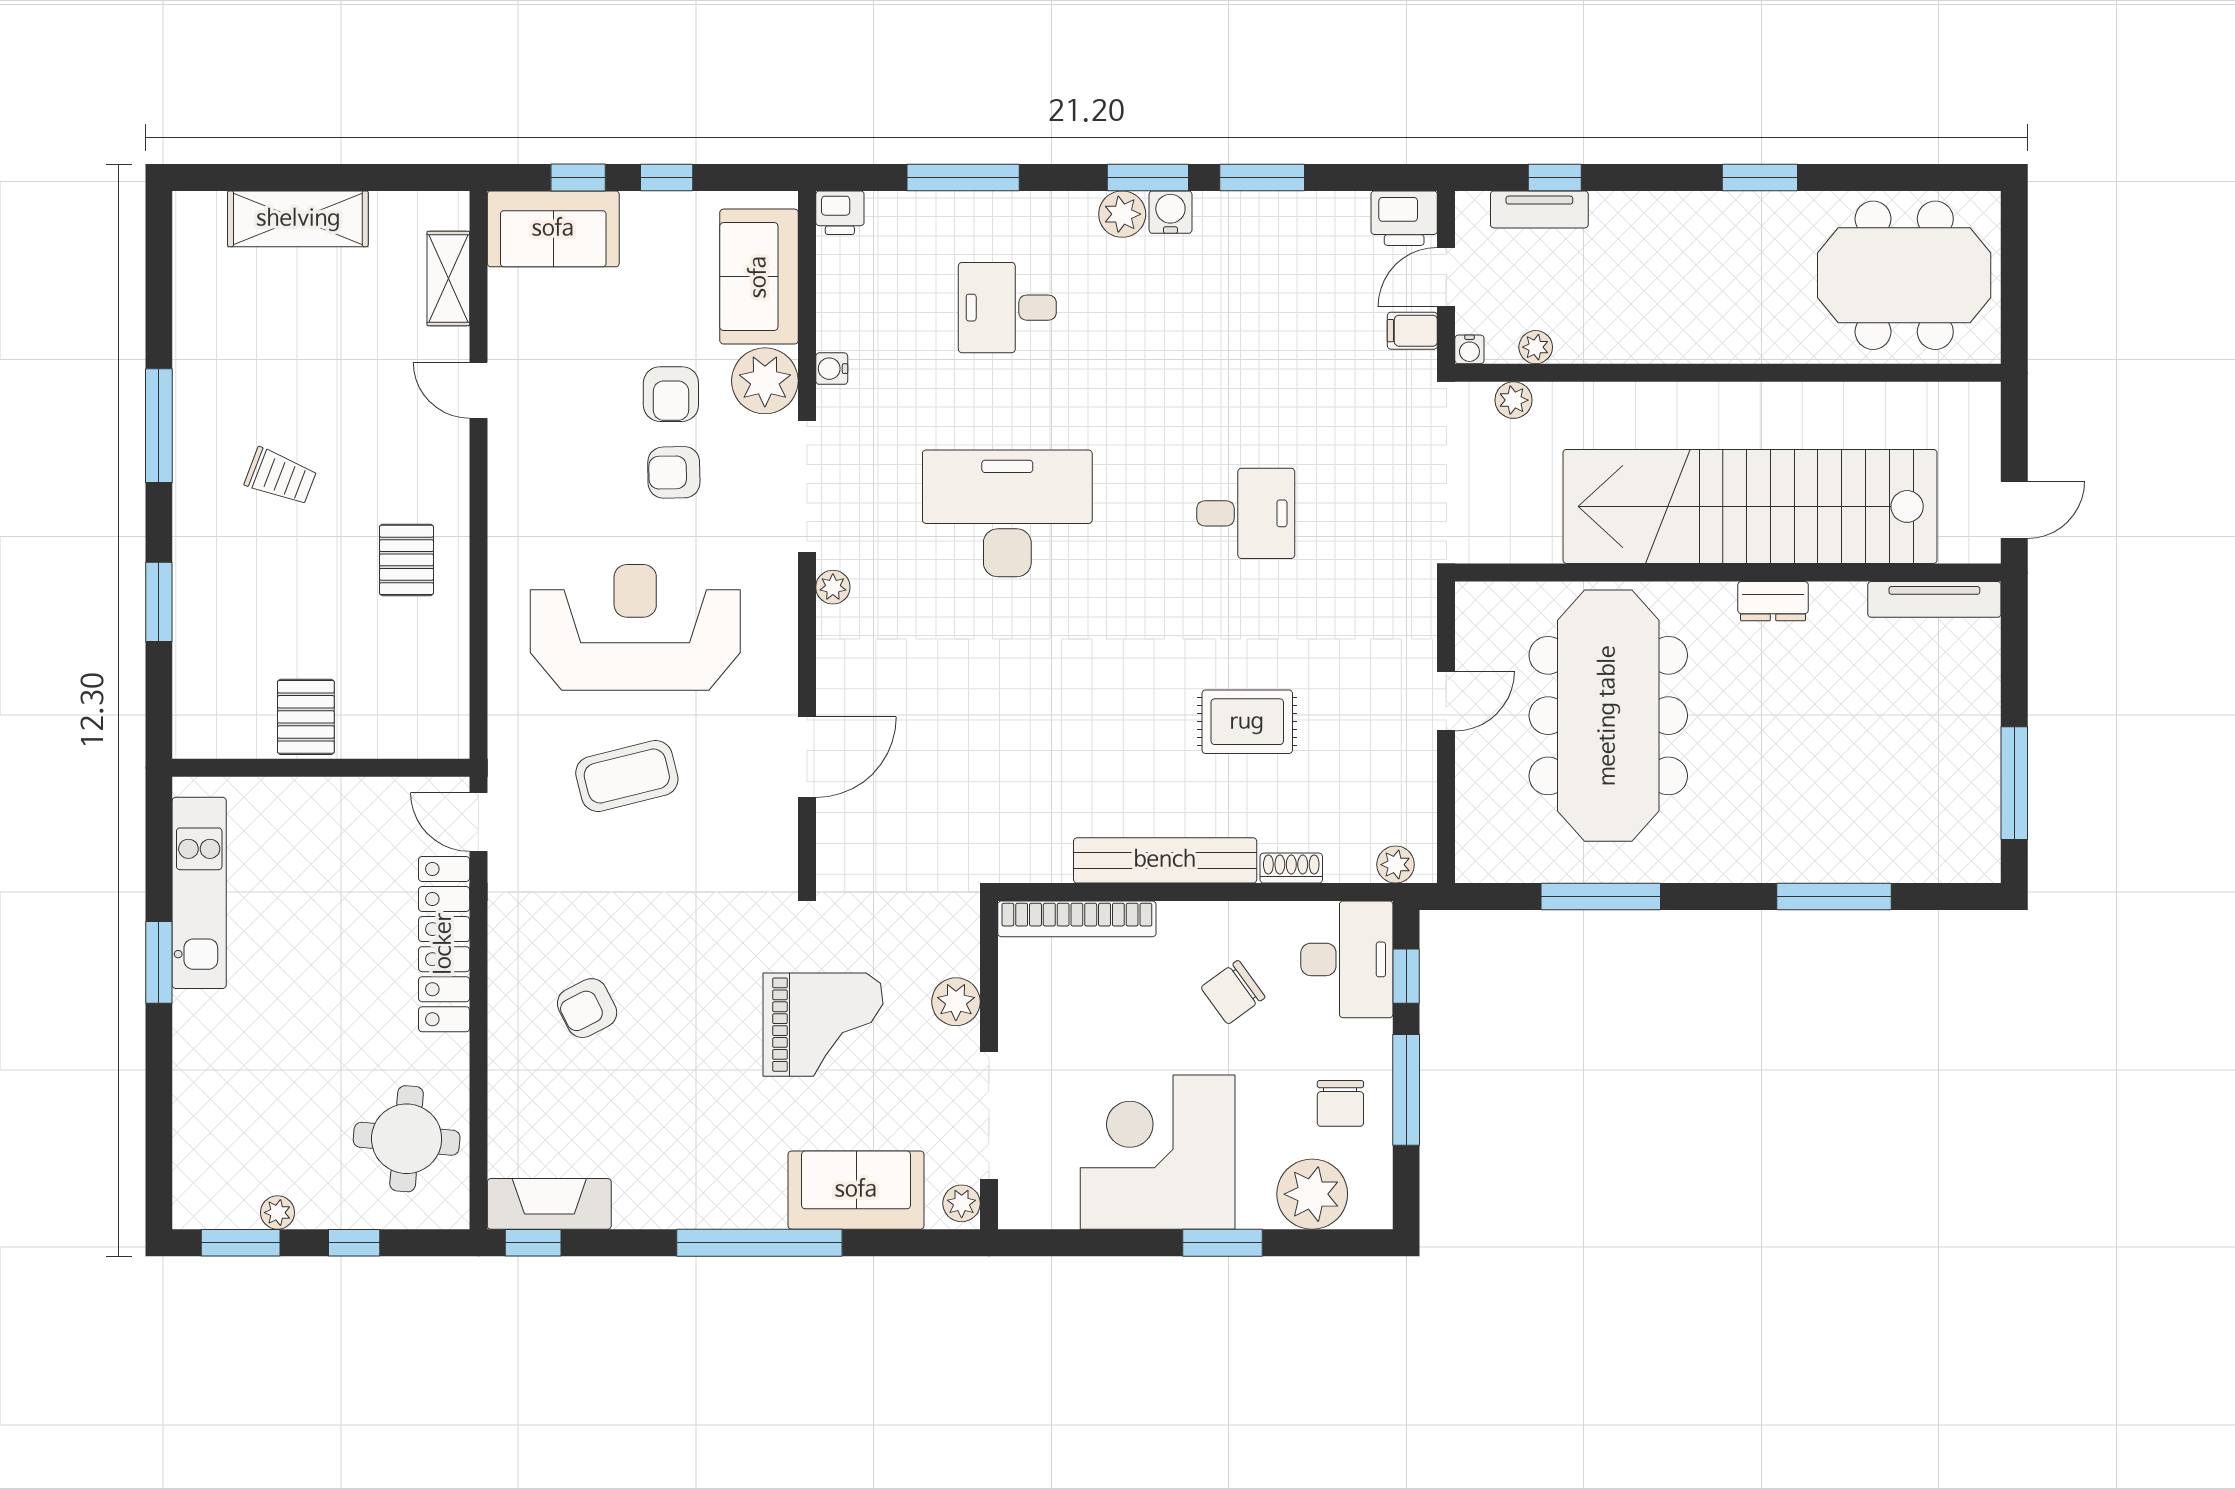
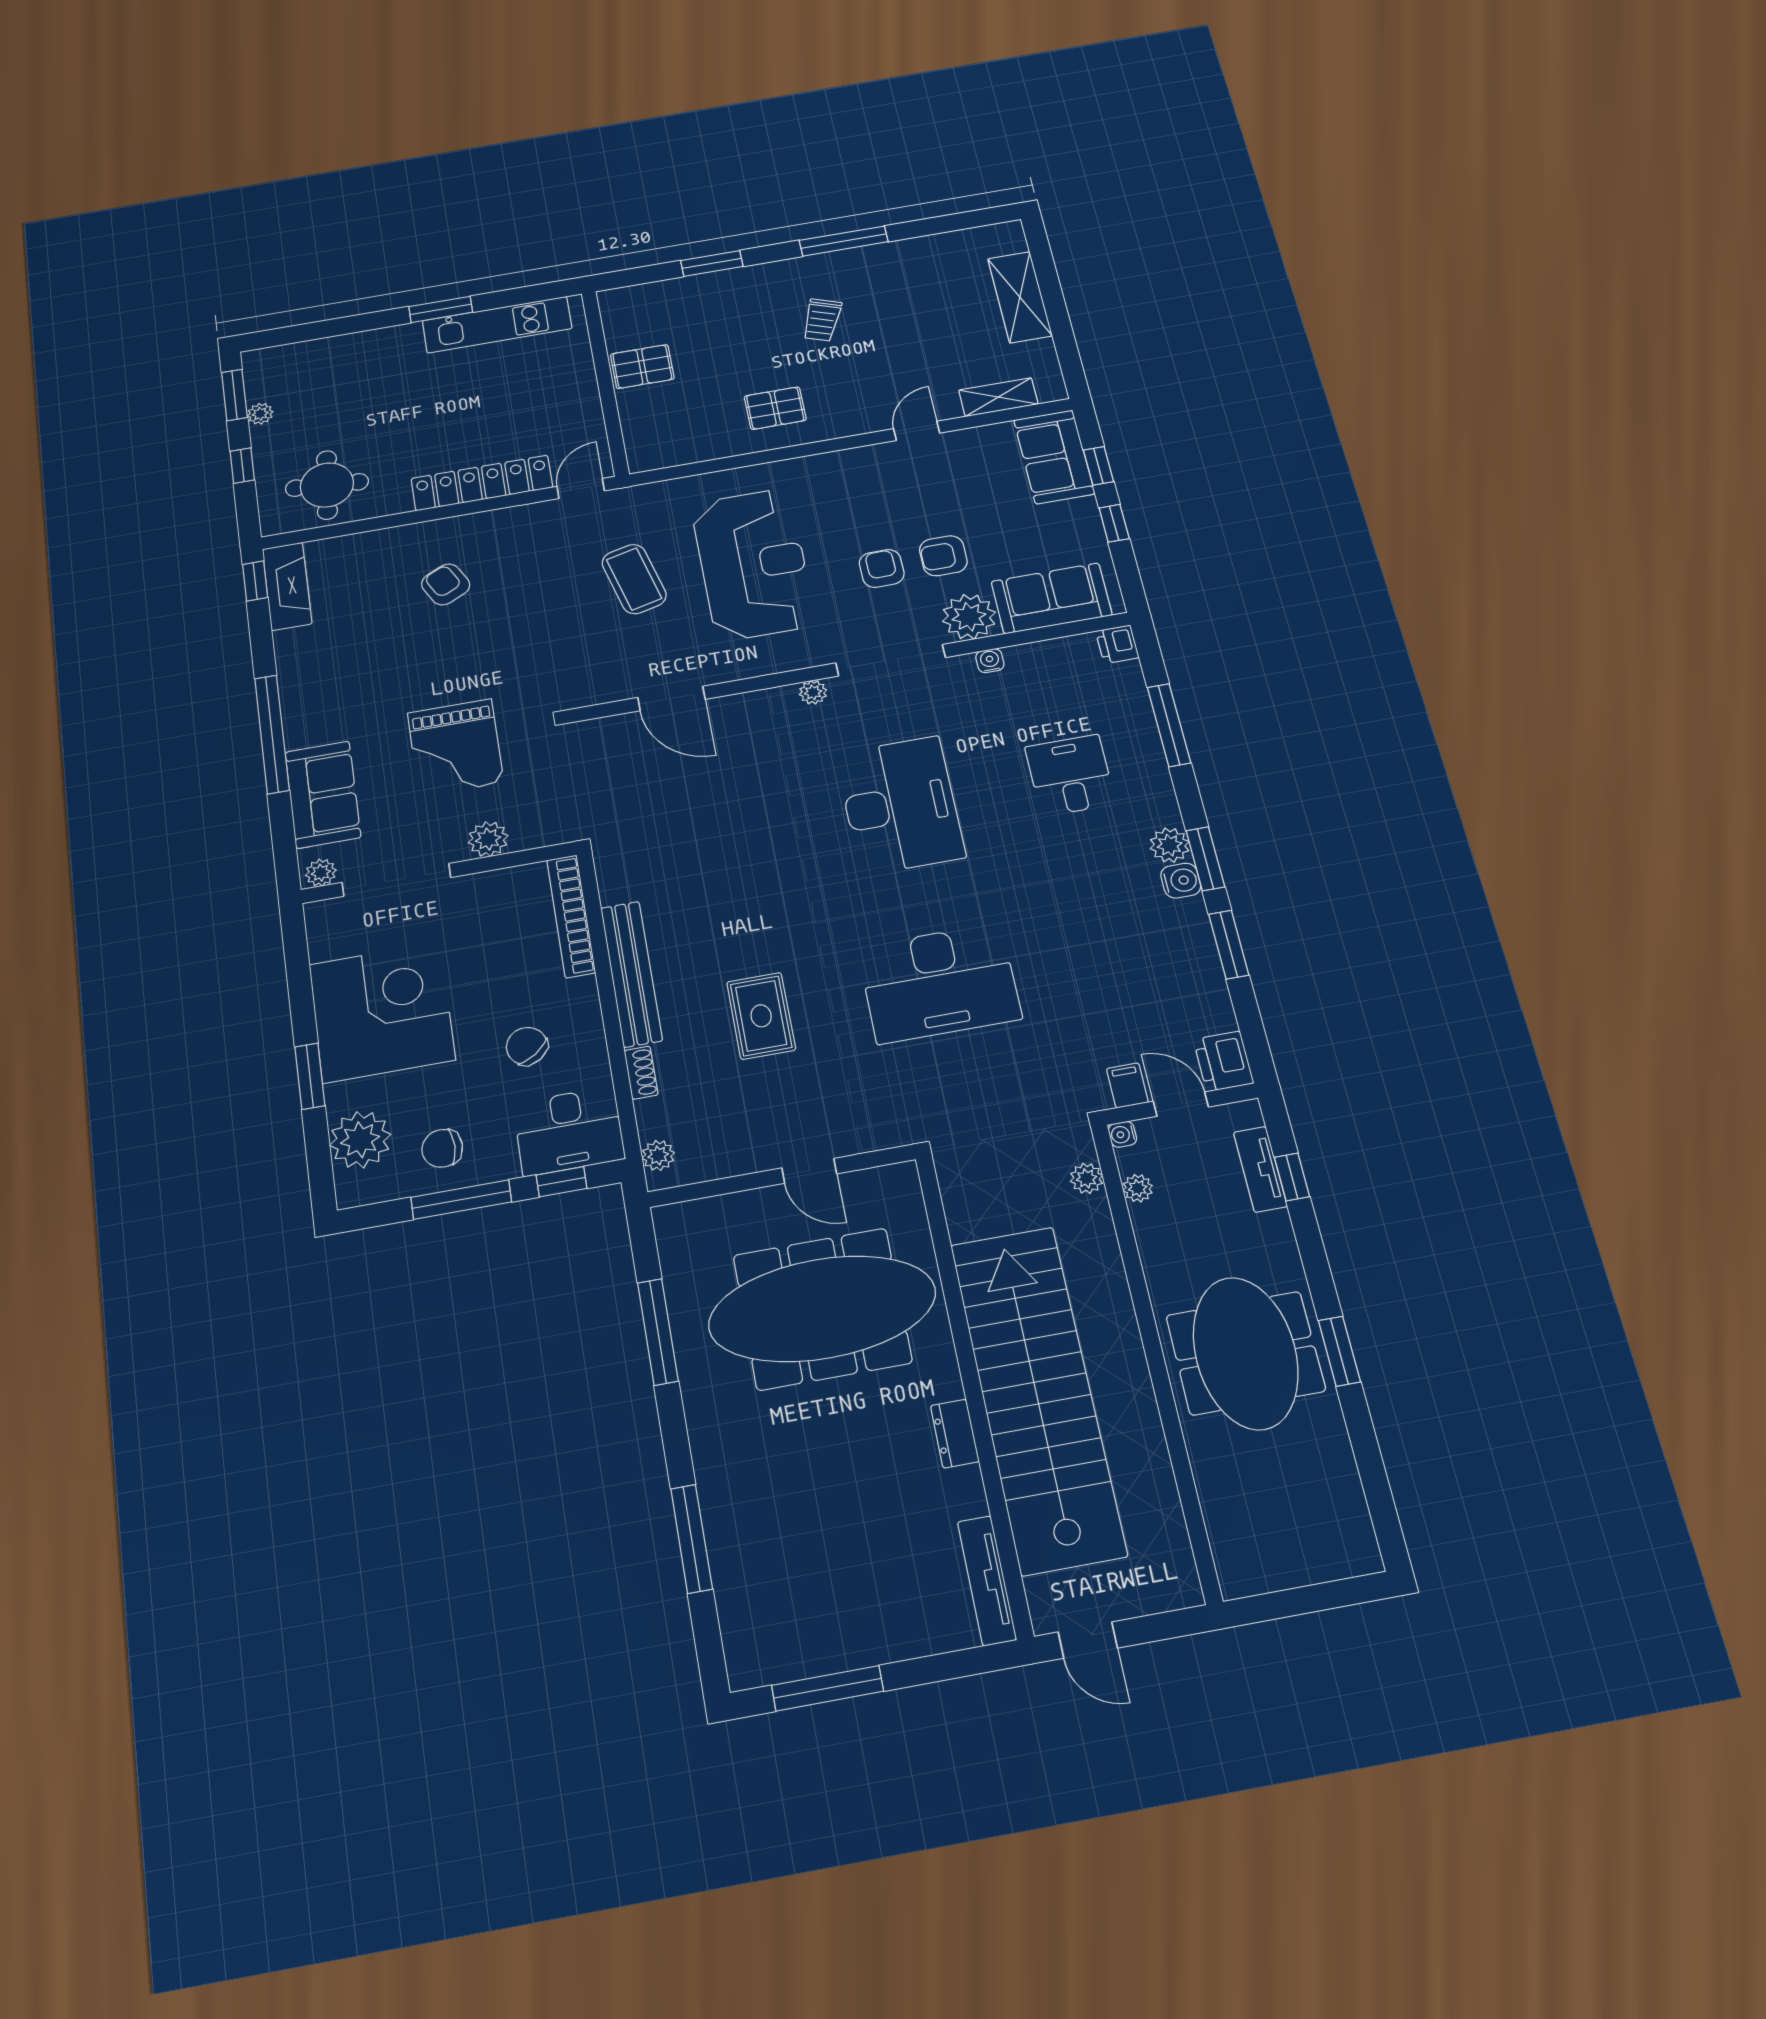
meeting table: (1904, 275) -> (1246, 1353), moved
desk: (1246, 513) -> (939, 983), width x1.87, depth x1.30

